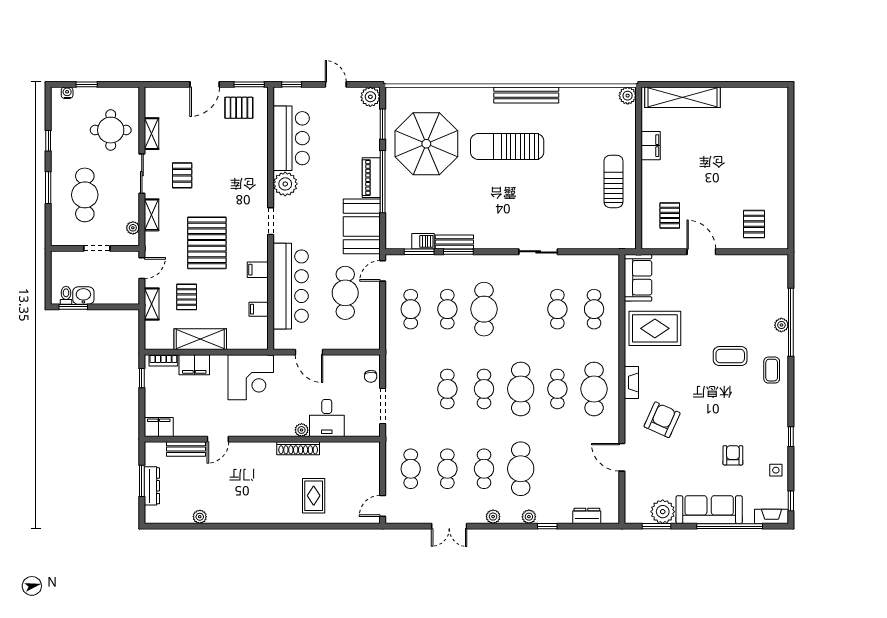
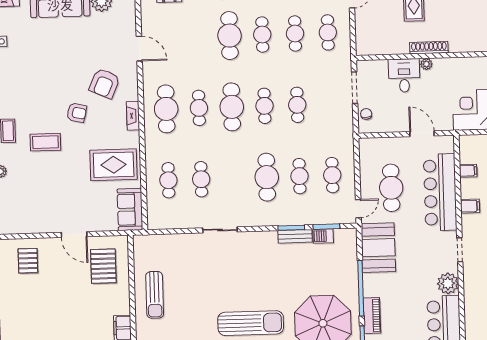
piano: (371, 178) -> (372, 316), moved
pallet: (670, 215) -> (103, 266), width x1.50, depth x1.42
armchair: (733, 455) -> (77, 113), moved, turned -77

